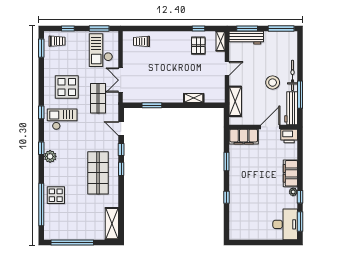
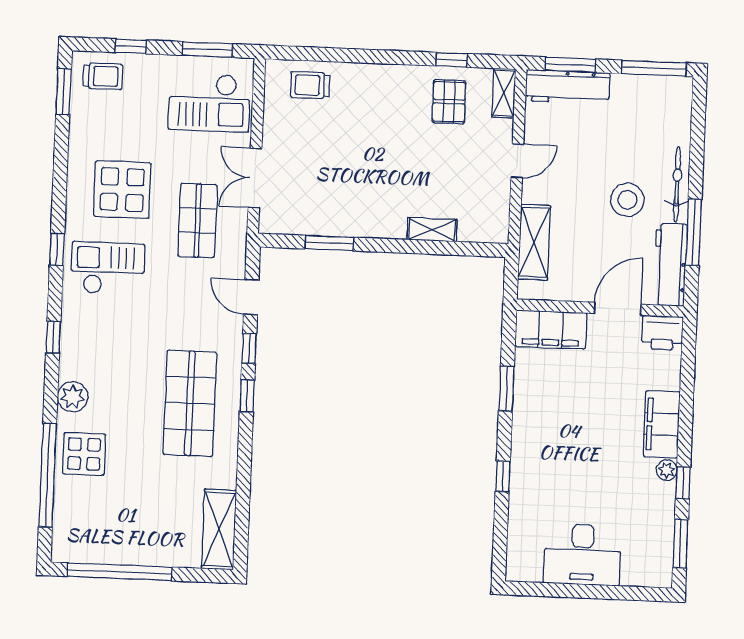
checkout: (101, 50) -> (209, 103), turned -90
plant: (50, 156) -> (73, 397), moved
desk: (285, 224) -> (582, 555), moved, turned 90

